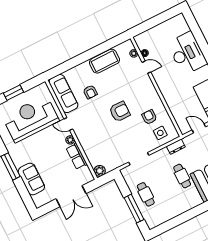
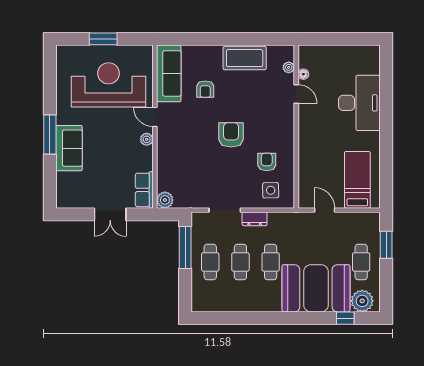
armchair: (120, 112) -> (231, 135), turned -90
dresser: (176, 147) -> (255, 219), moved
row of seats: (77, 156) -> (144, 190), moved
sofa: (31, 179) -> (69, 148), moved
cafe table: (164, 185) -> (240, 262), added
double door: (71, 196) -> (110, 214), width x0.73
window: (134, 209) -> (185, 247), moved

